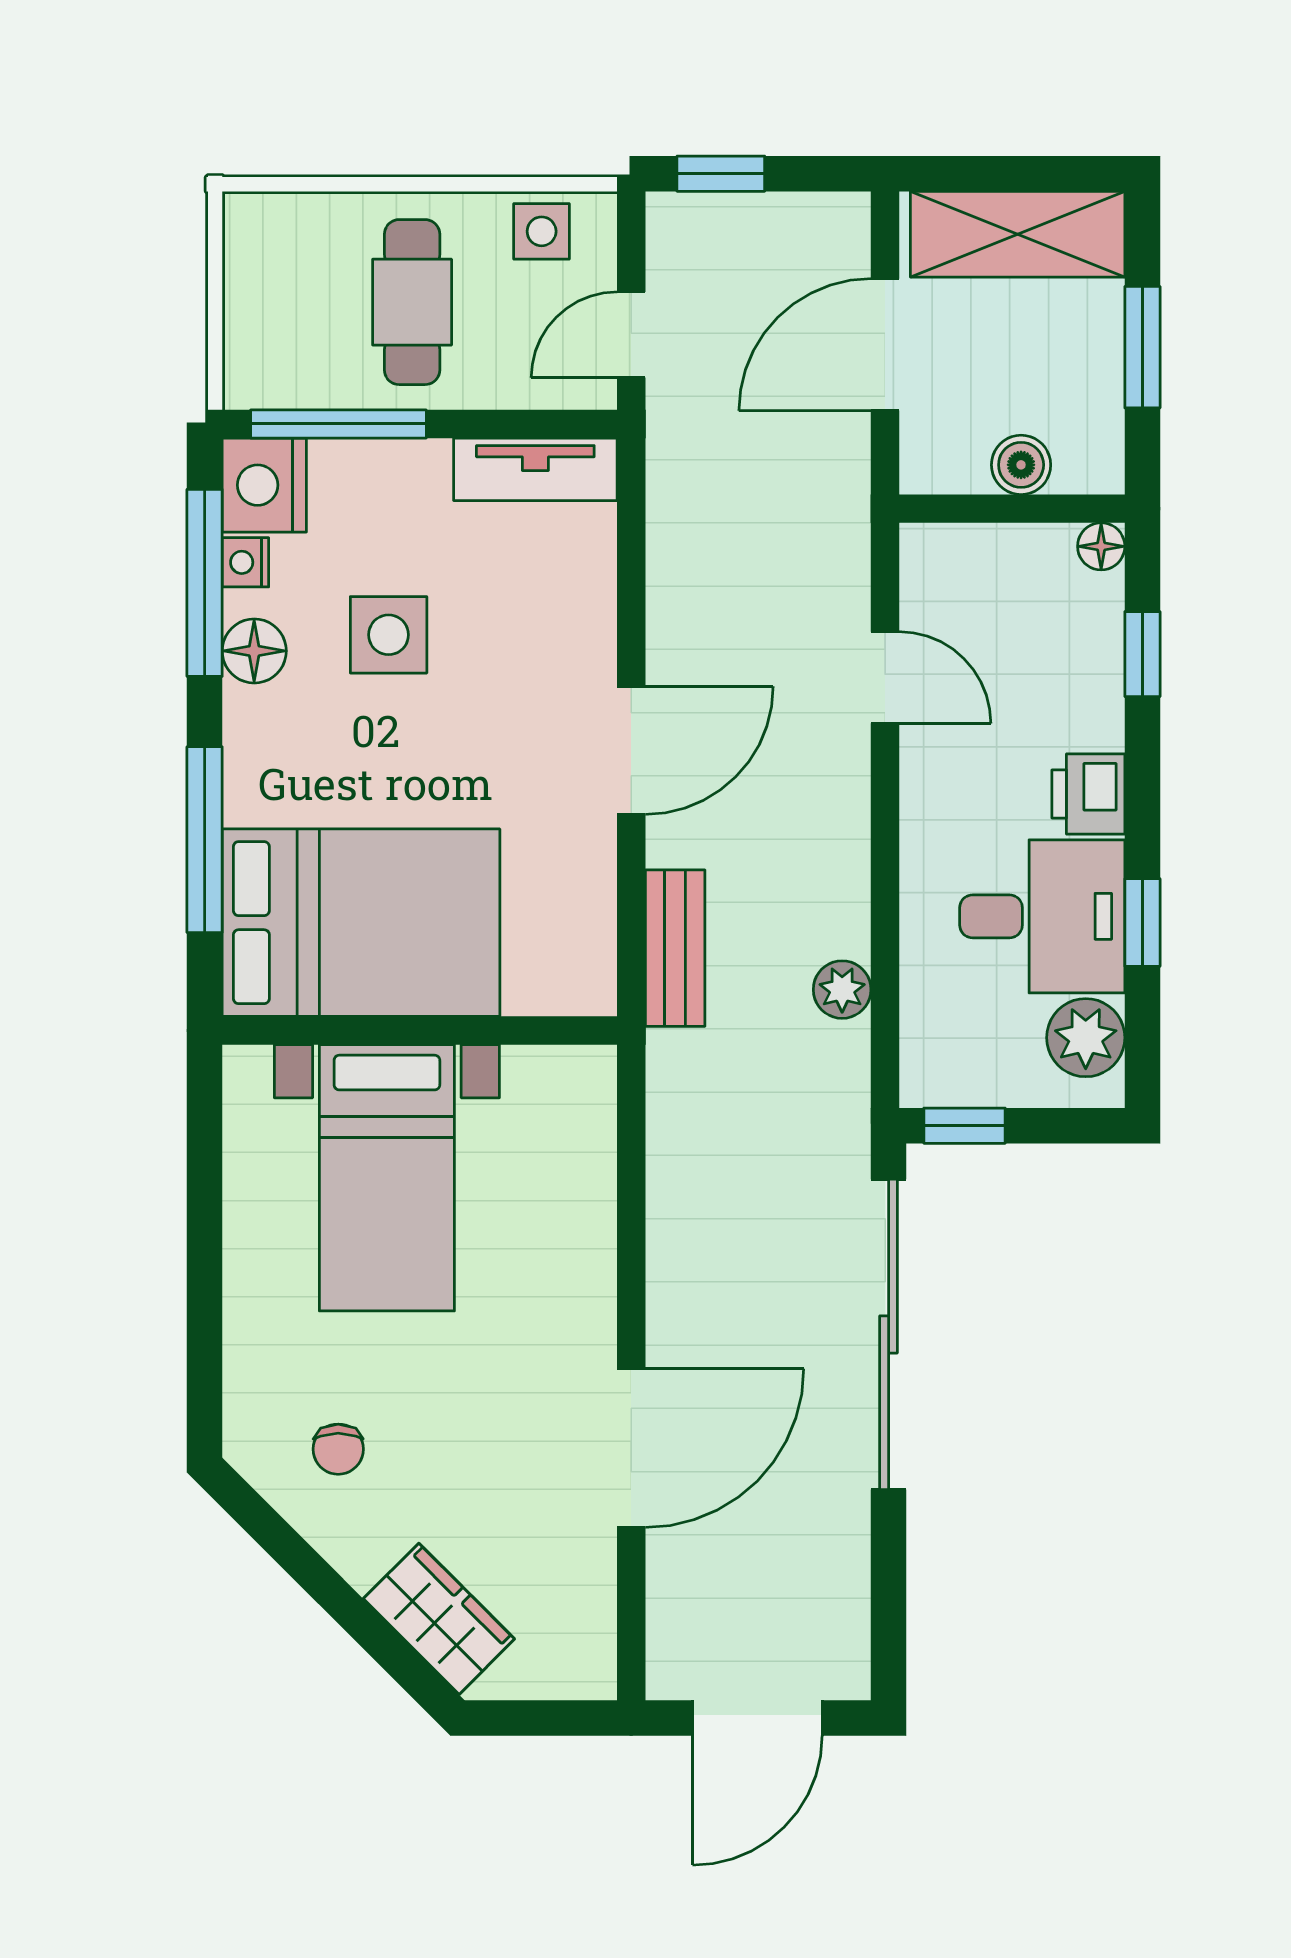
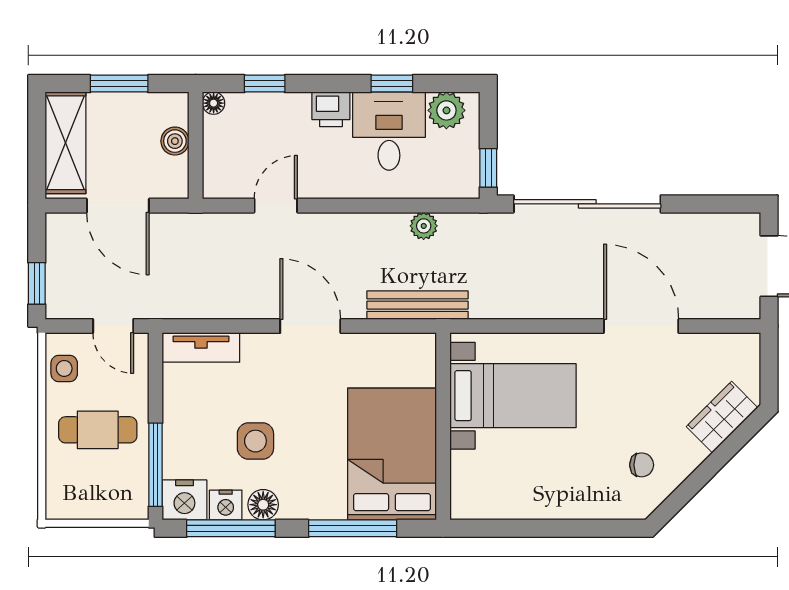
tv unit: (535, 469) -> (201, 347), moved, turned 90
nightstand: (245, 562) -> (226, 505), width x1.39, depth x1.35
bench: (675, 948) -> (418, 305), width x1.36
bed with nightstands: (387, 1178) -> (513, 396), moved

